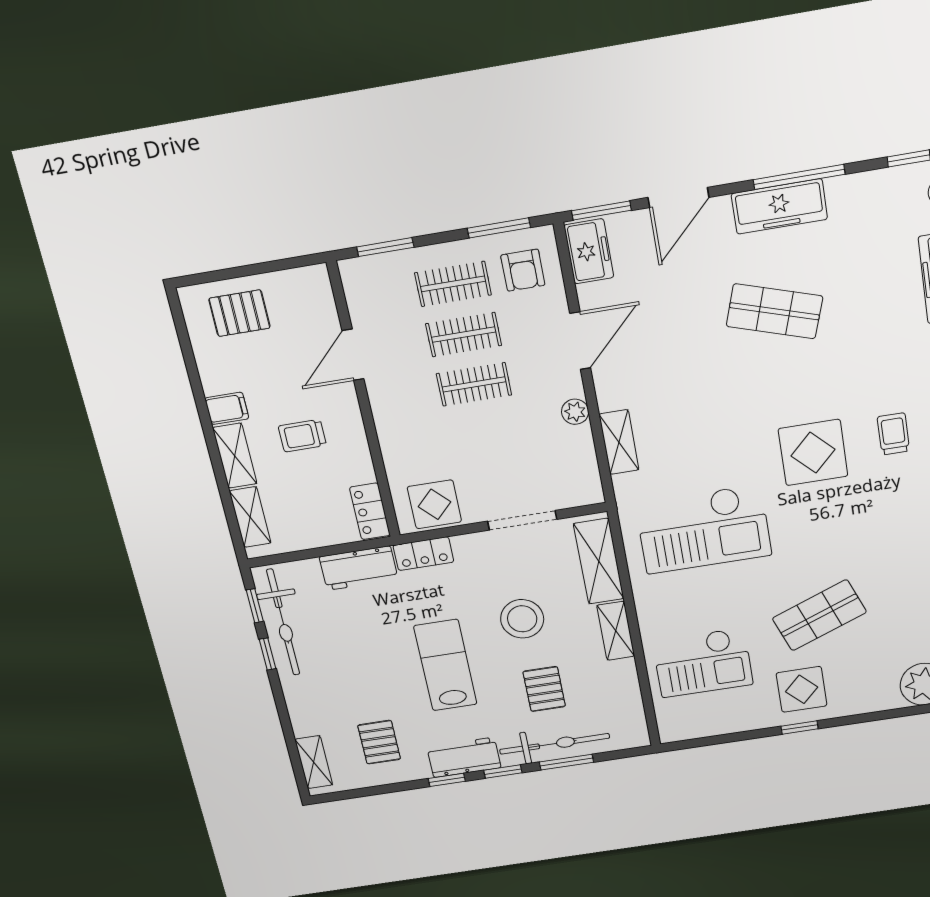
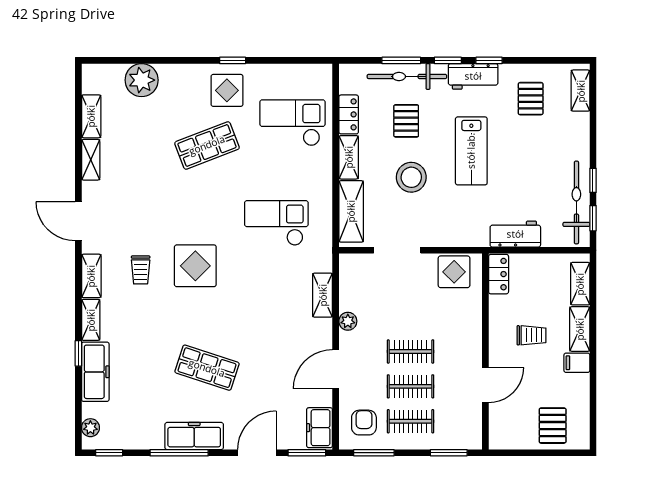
pallet: (240, 313) -> (553, 426), turned 90
checkout: (704, 529) -> (276, 223), width x0.73, depth x0.83
locker: (423, 554) -> (349, 114), moved, turned 90

